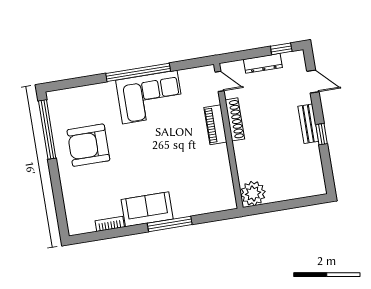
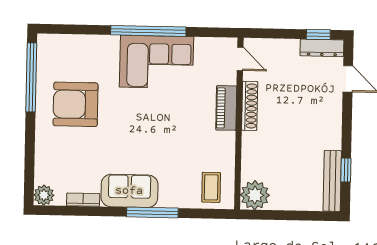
dresser: (263, 63) -> (322, 48), moved
bench: (308, 124) -> (332, 181), moved, width x1.36
window: (321, 134) -> (346, 170), moved
coffee table: (215, 194) -> (211, 187), added
plant: (76, 226) -> (44, 195), added

